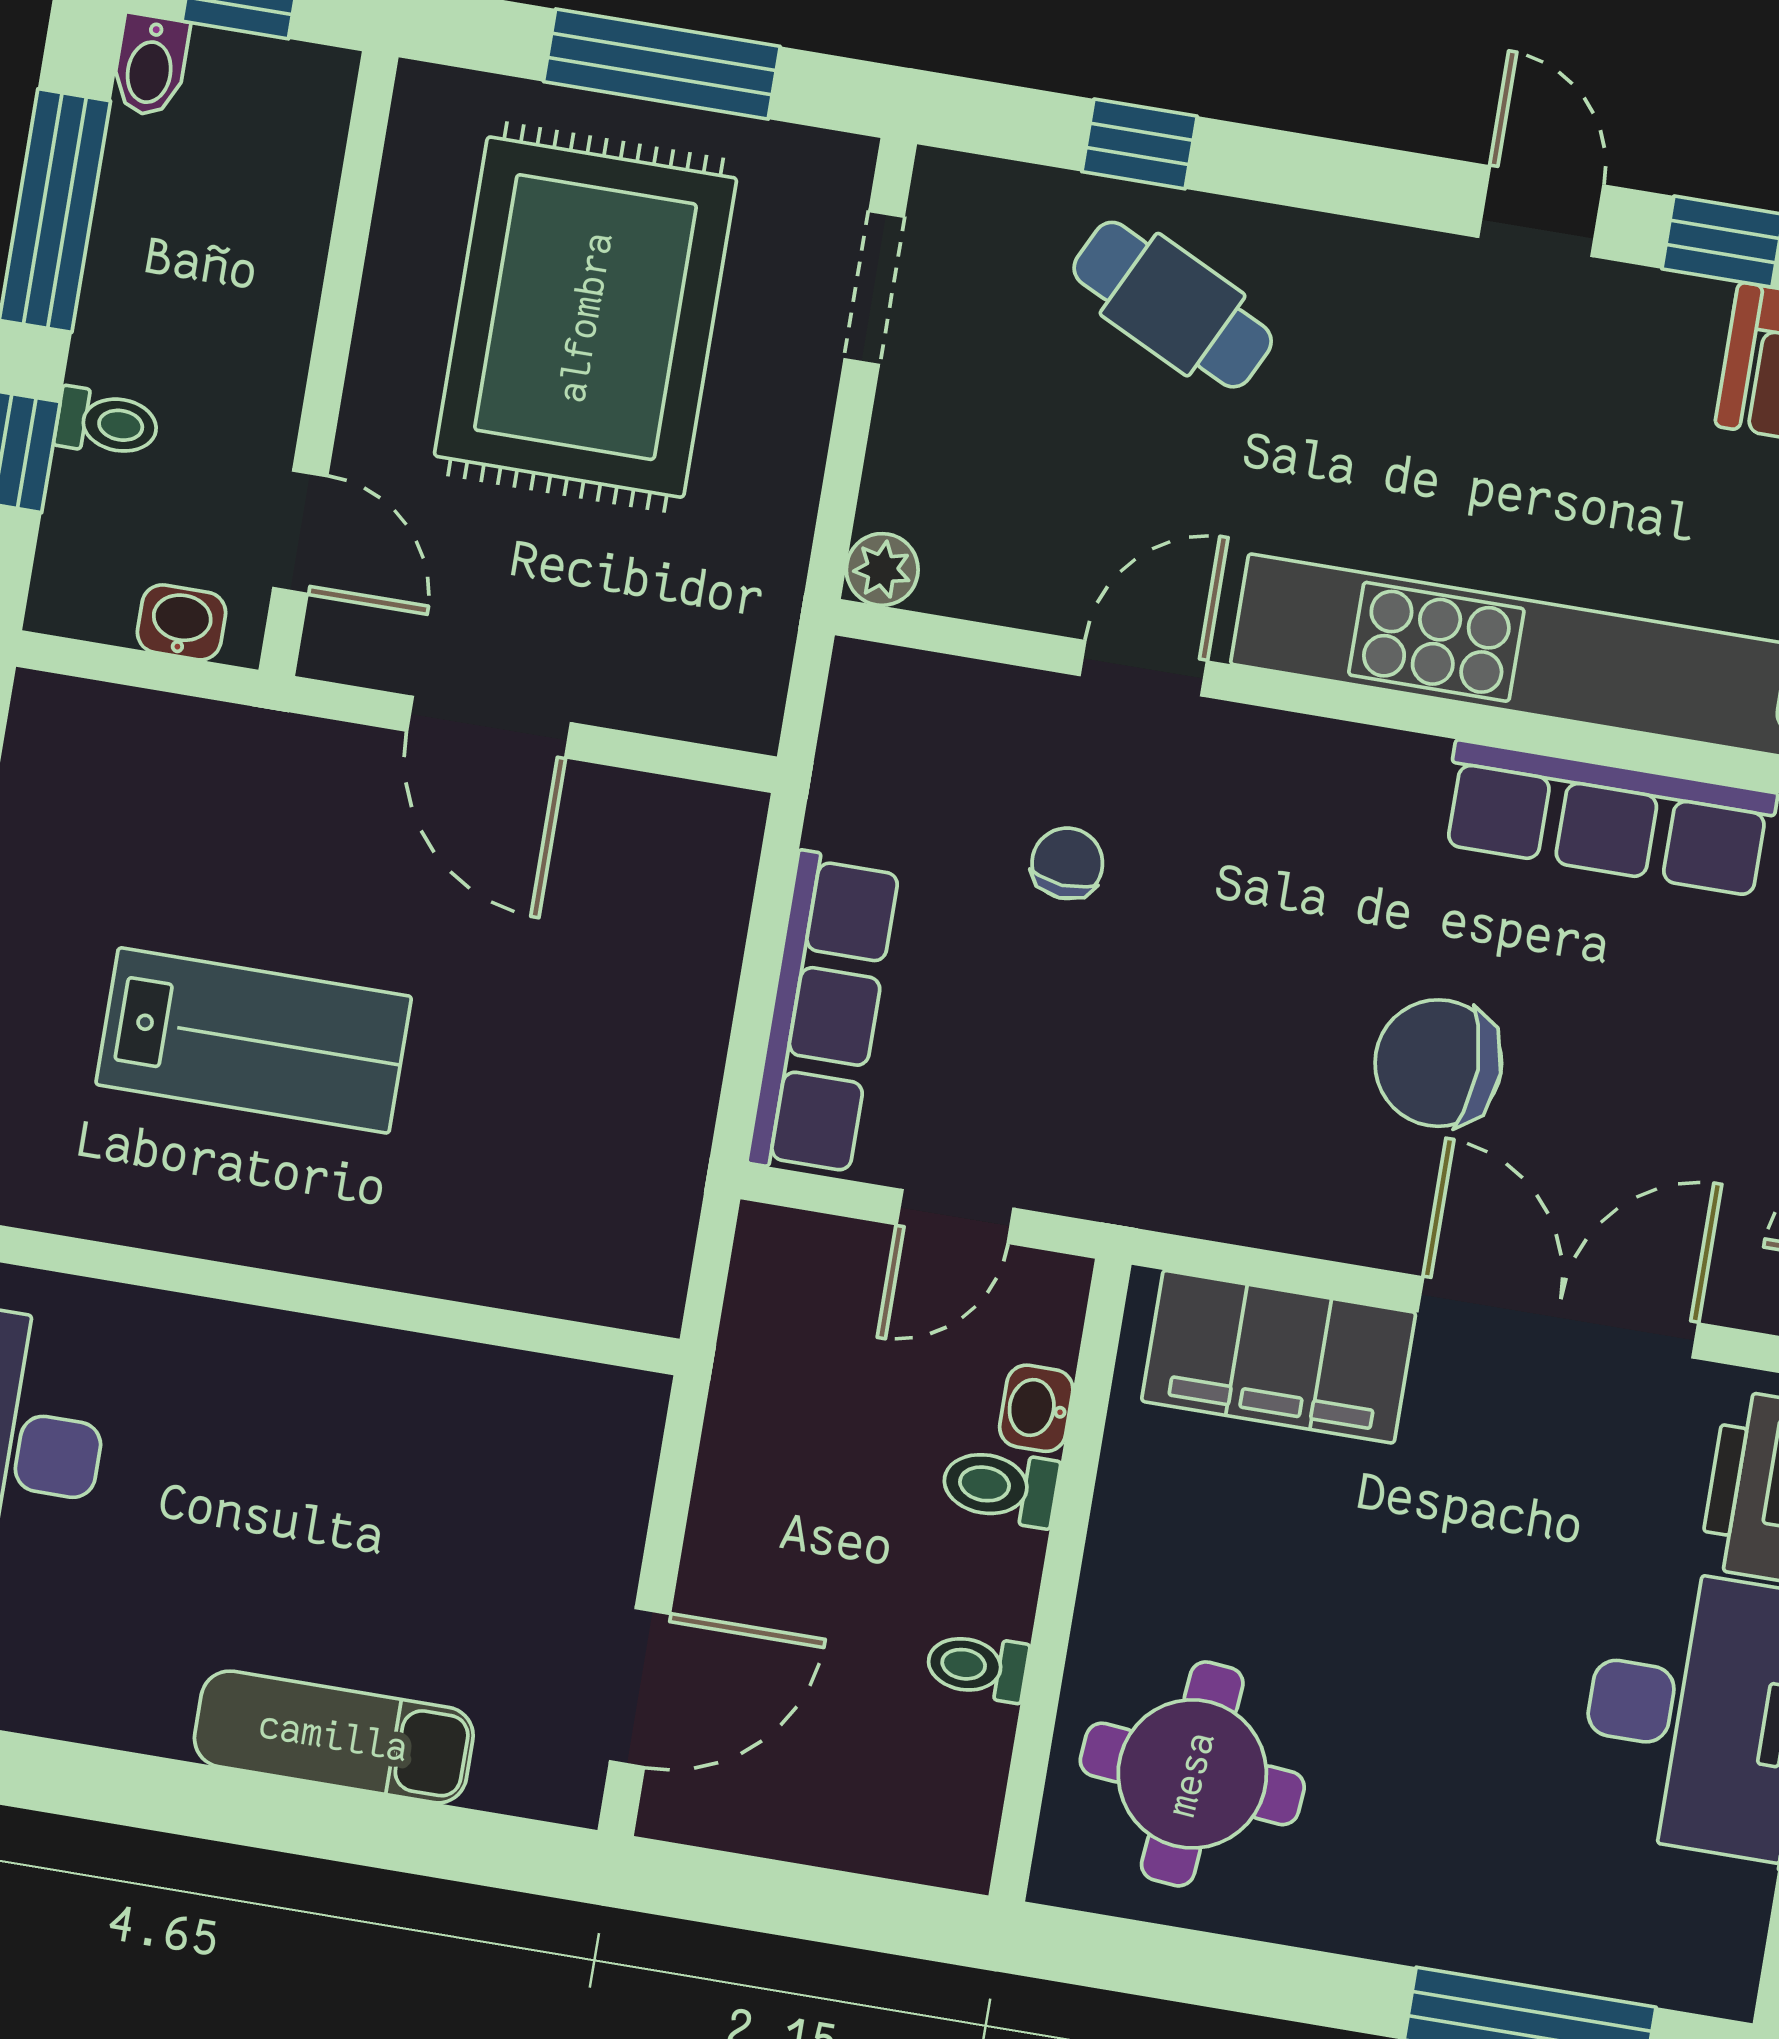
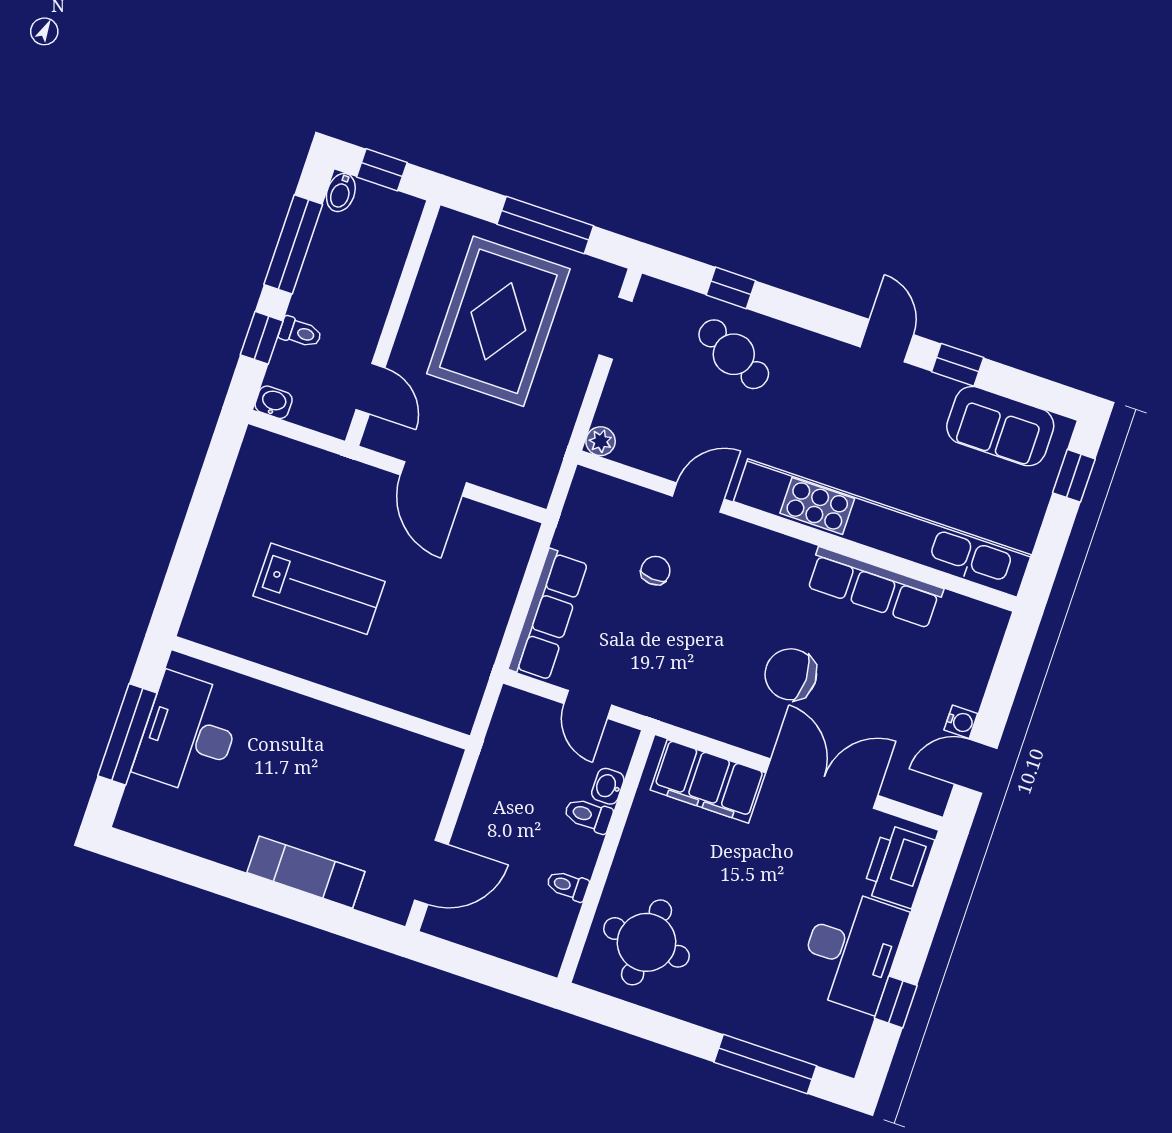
washbasin: (181, 622) -> (274, 402), moved
door: (955, 1217) -> (588, 704), hinge flipped

